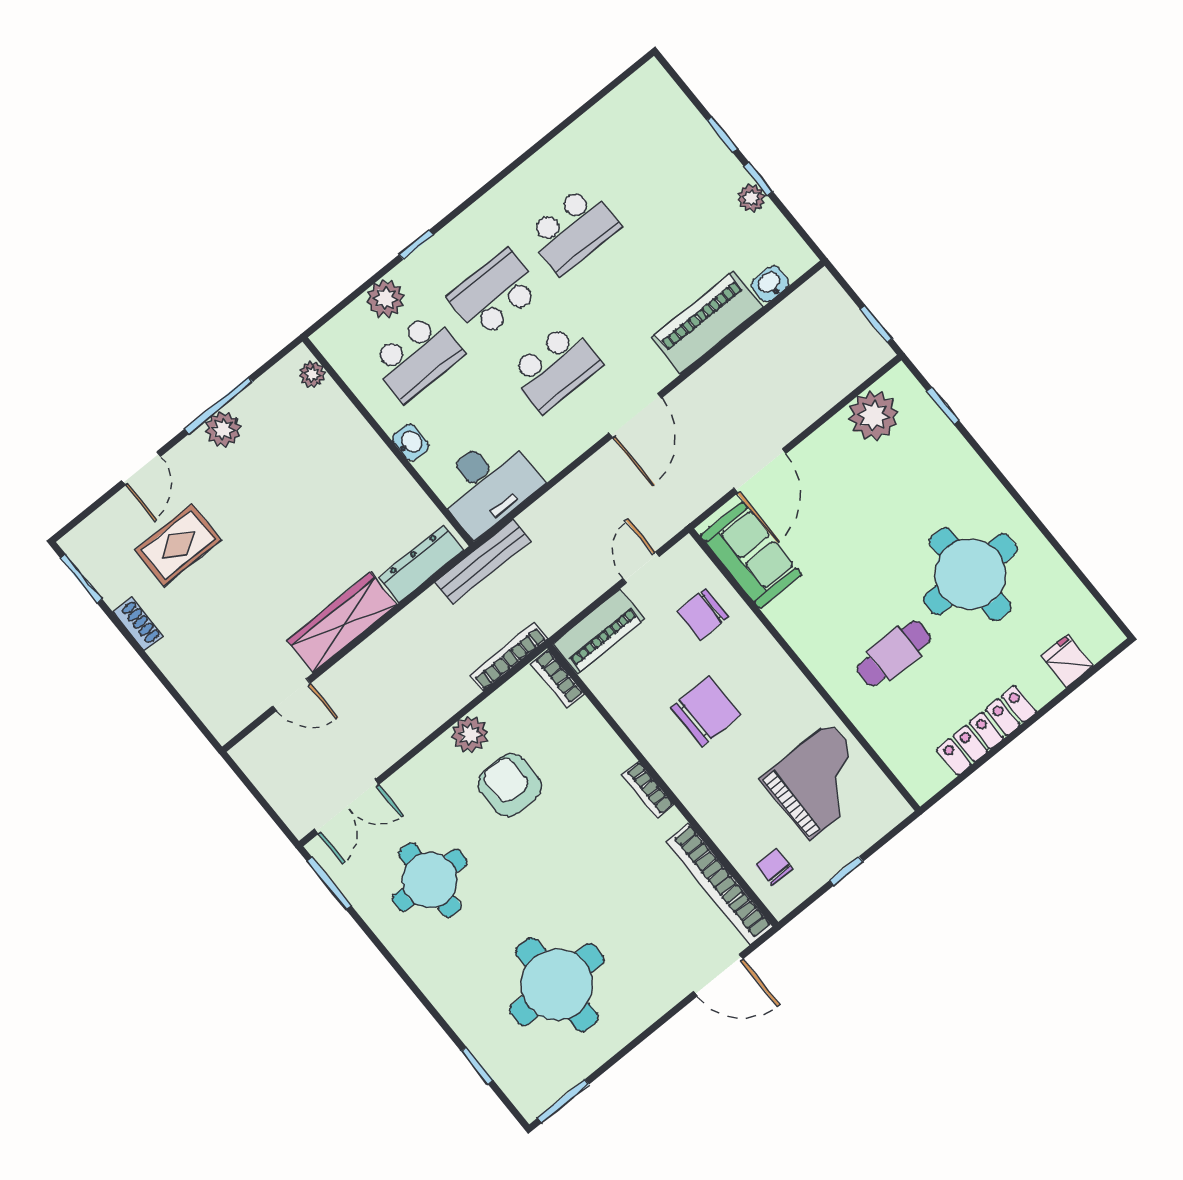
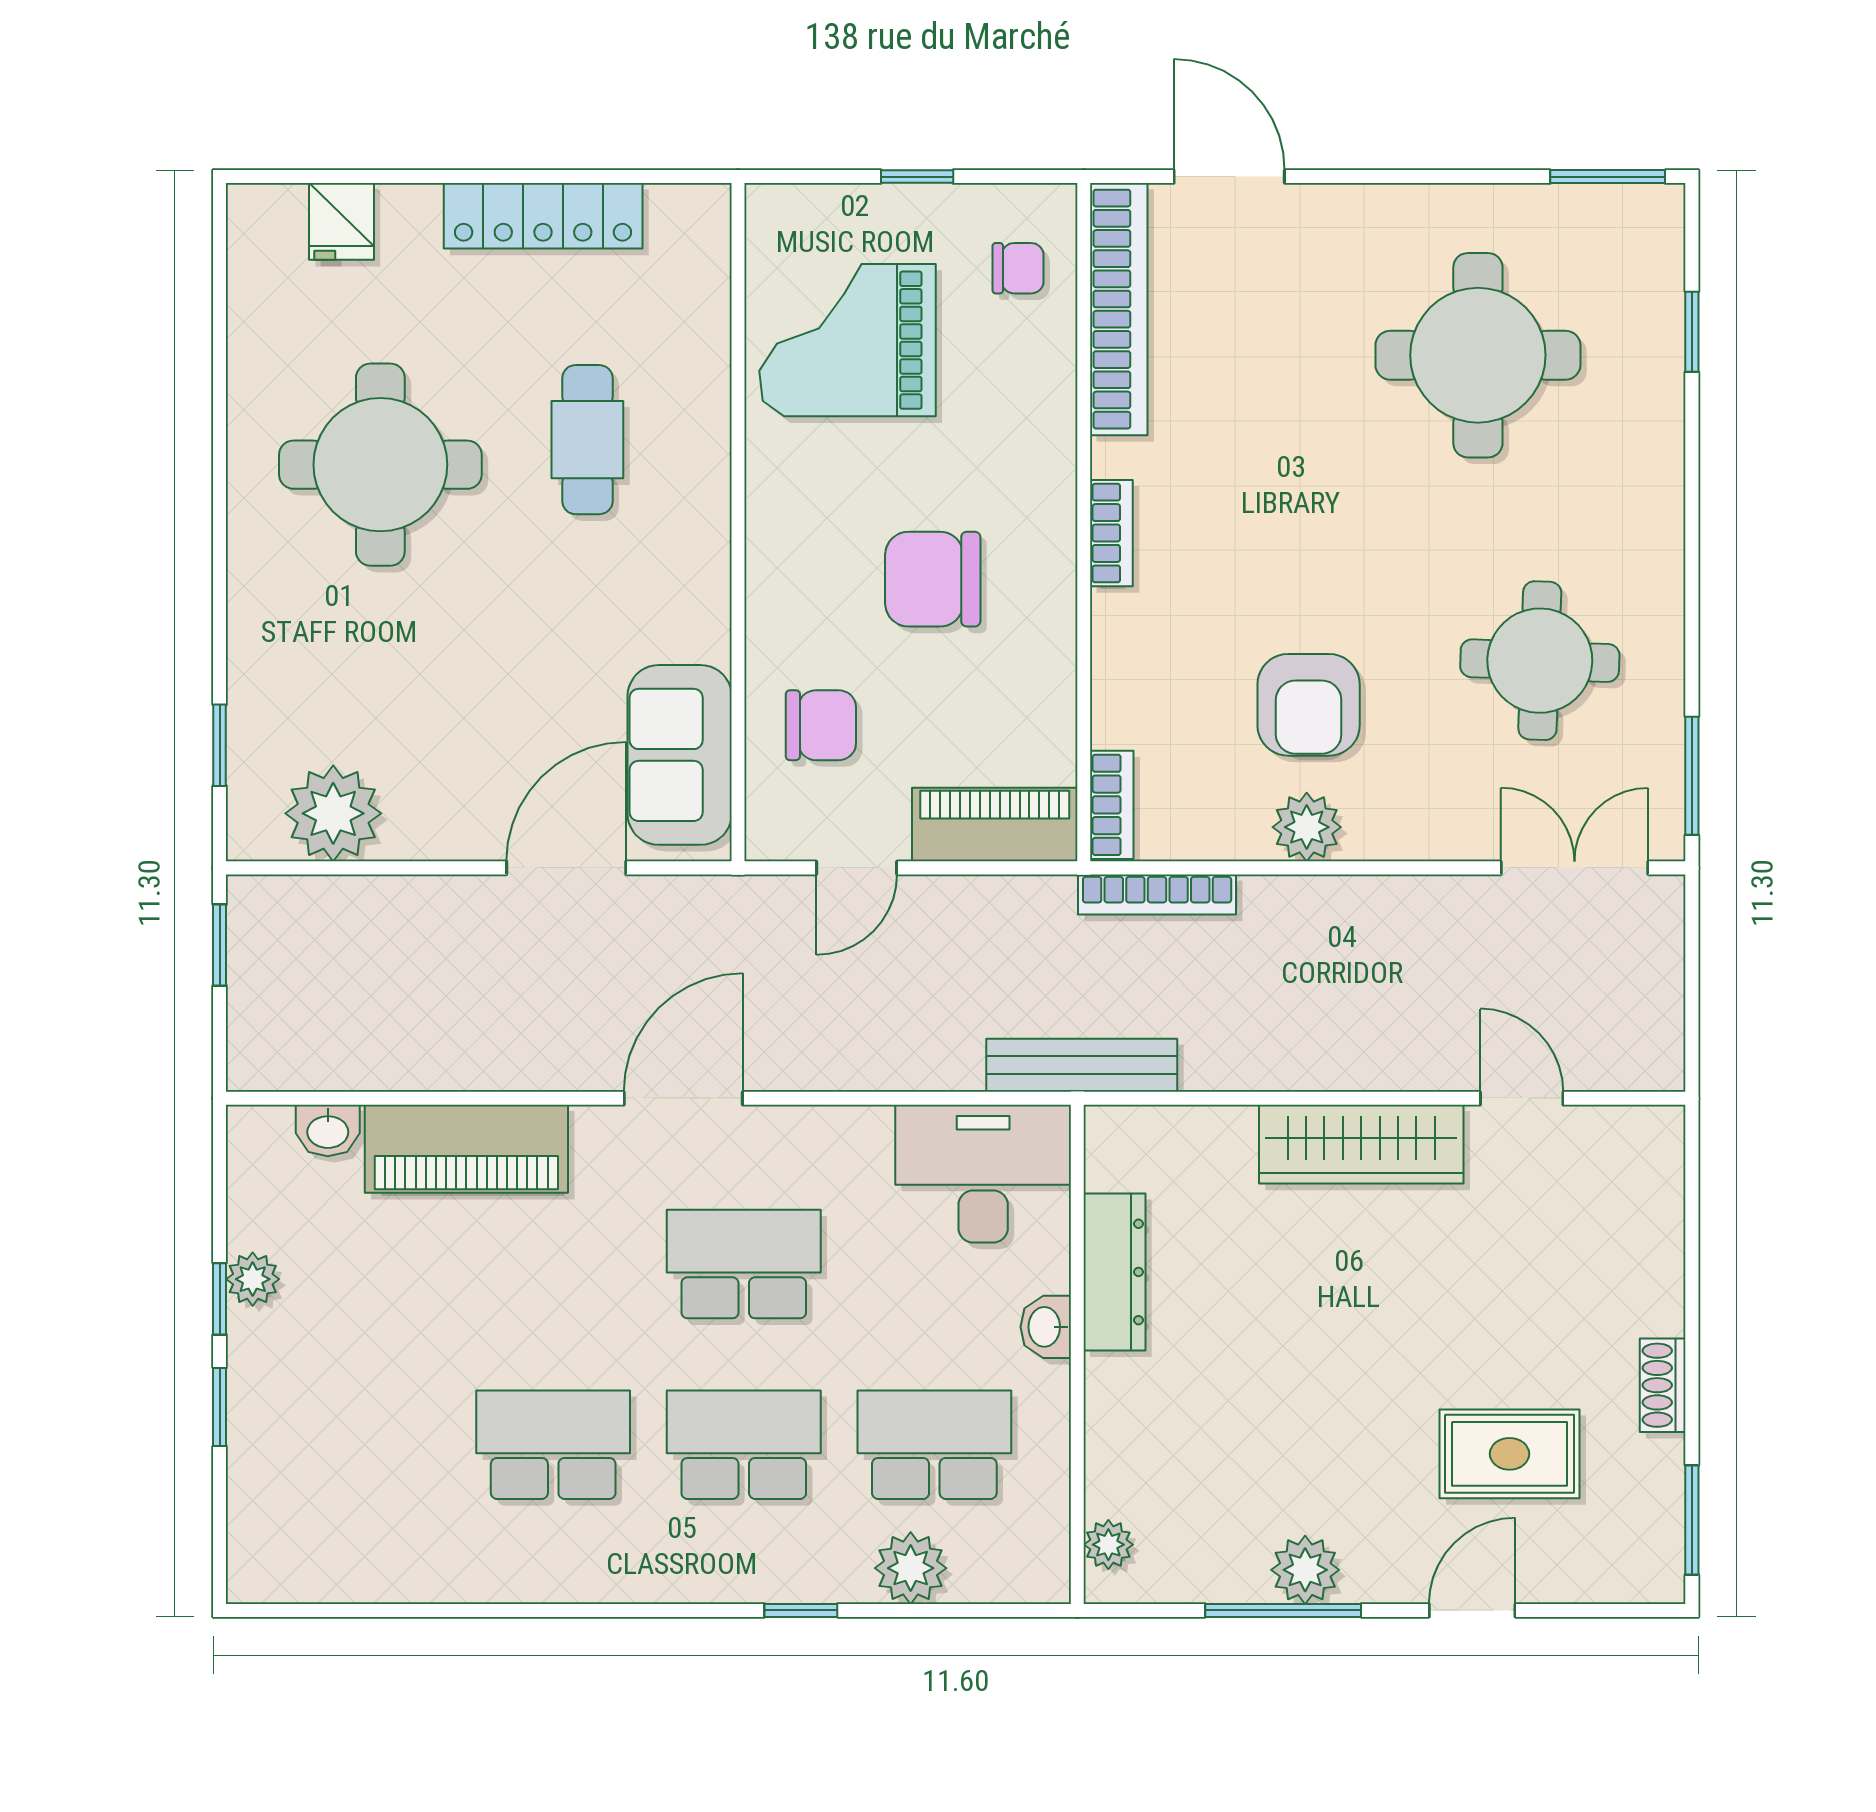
school desk: (495, 294) -> (744, 1445), turned 180
dresser: (421, 564) -> (1115, 1272), moved, turned -90
cafe table: (894, 653) -> (587, 440), turned 90
chair: (774, 867) -> (1018, 268), turned -90

